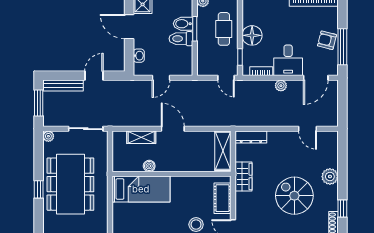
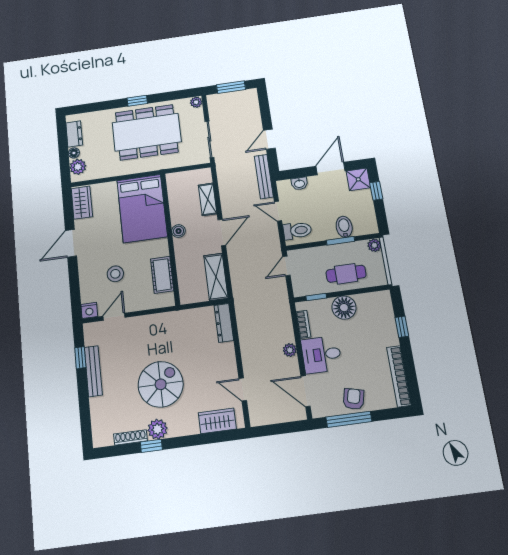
toilet: (181, 39) -> (297, 231), moved, turned 90
door: (94, 76) -> (269, 139), swing flipped
door: (226, 78) -> (286, 266), moved
bench: (63, 86) -> (264, 177), moved
door: (308, 129) -> (243, 389), hinge flipped
shelving: (223, 151) -> (216, 277), moved, turned 90
boiler: (149, 166) -> (178, 231), moved
wardrobe: (243, 176) -> (217, 421), moved, turned 180
plant: (330, 177) -> (158, 429), moved
bed: (141, 189) -> (142, 208), width x1.50
cot: (222, 198) -> (162, 275), moved, turned 90

